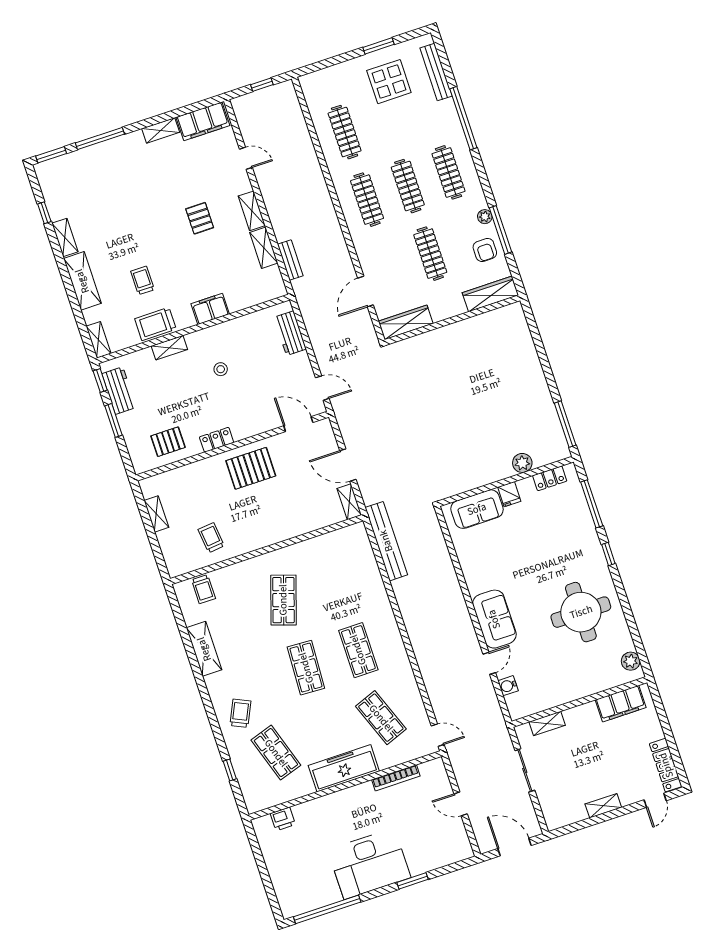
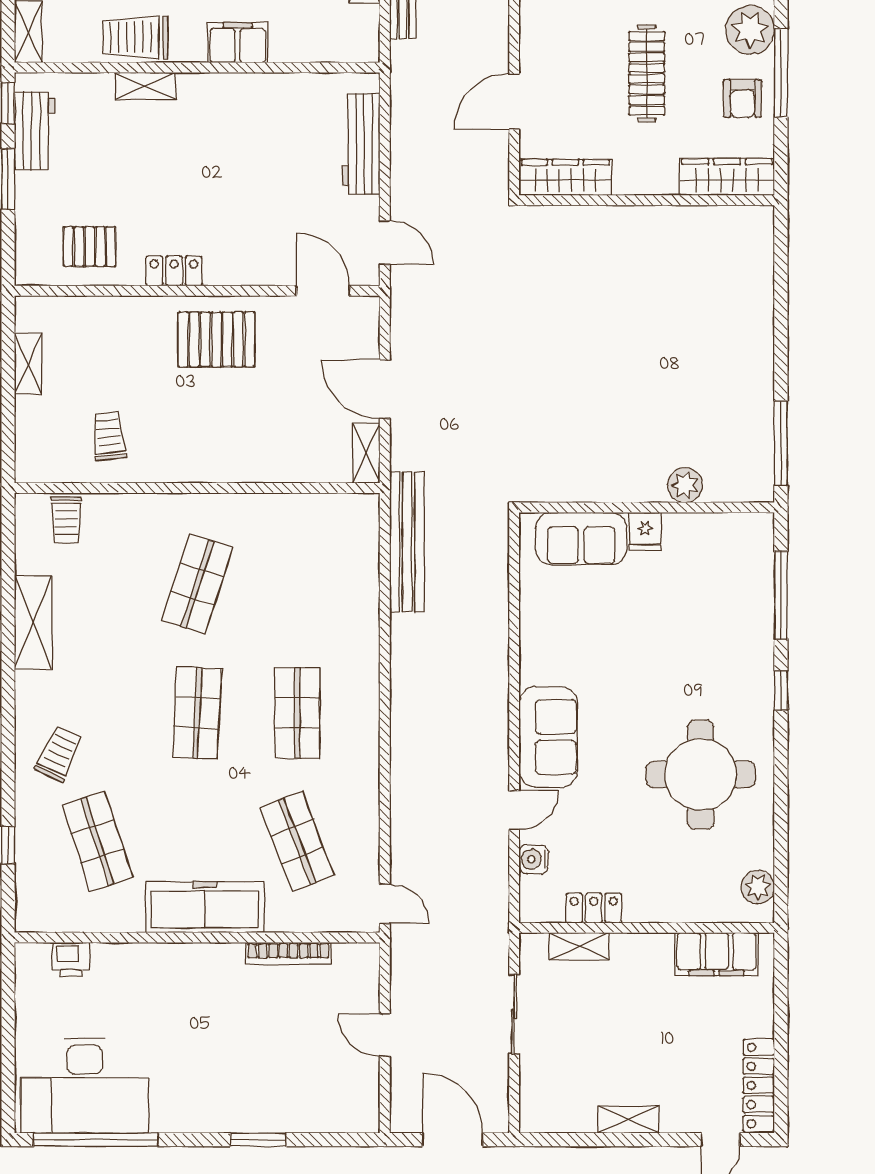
plant: (485, 217) -> (750, 30), width x1.87, depth x1.87
workbench: (290, 333) -> (361, 144), width x1.37
stool: (221, 369) -> (221, 152), removed
locker: (550, 478) -> (594, 908), moved, turned 180
desk: (369, 864) -> (85, 1085), moved

